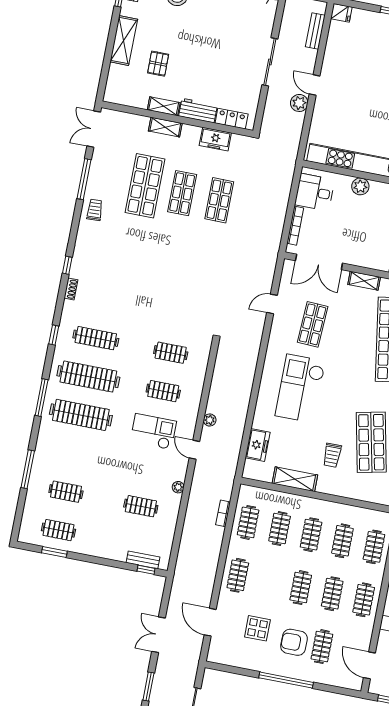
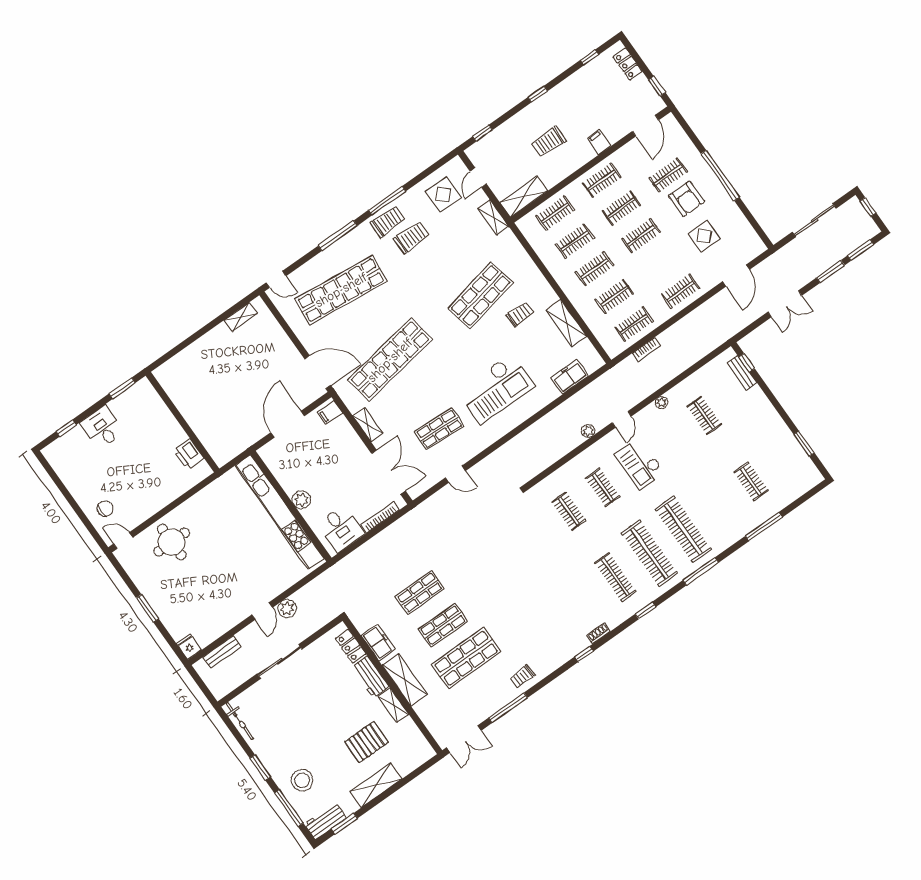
pallet: (158, 64) -> (367, 742), width x1.50, depth x1.42
shelving: (165, 127) -> (405, 680), width x1.50, depth x1.33
clothes rail: (58, 530) -> (785, 457), removed

